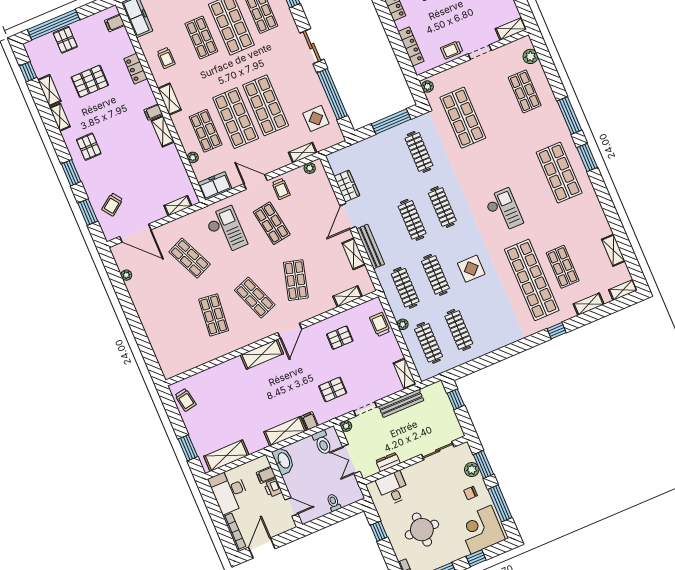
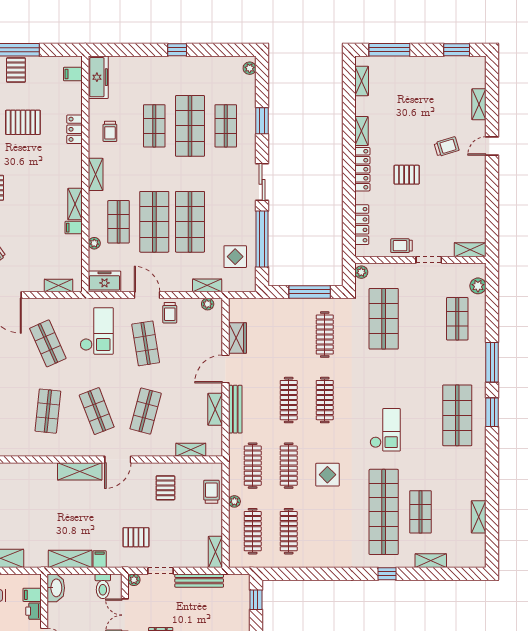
filing cabinet: (153, 112) -> (74, 228), moved
shelving: (623, 290) -> (471, 561), removed
pallet: (340, 338) -> (165, 488), turned 90

